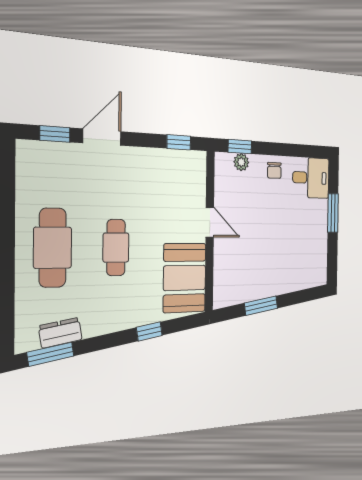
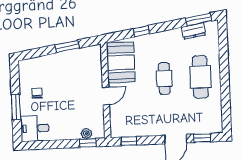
chair: (274, 170) -> (37, 93), moved
door: (210, 222) -> (106, 96), swing flipped

